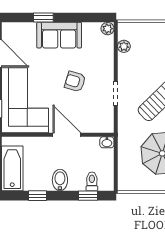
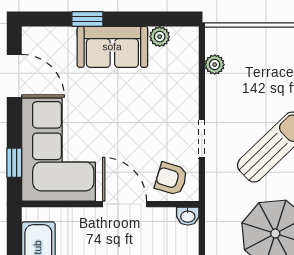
plant: (108, 29) -> (160, 37), moved
armchair: (75, 82) -> (171, 179), moved

